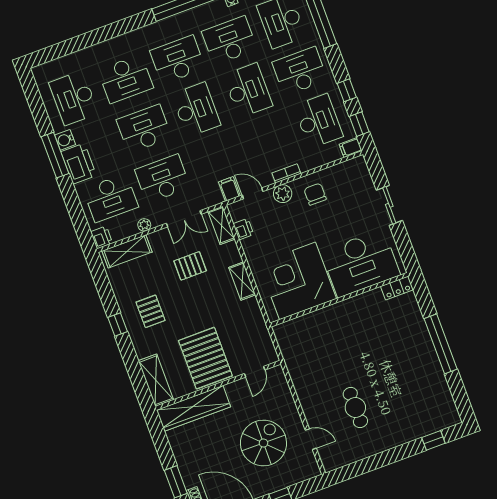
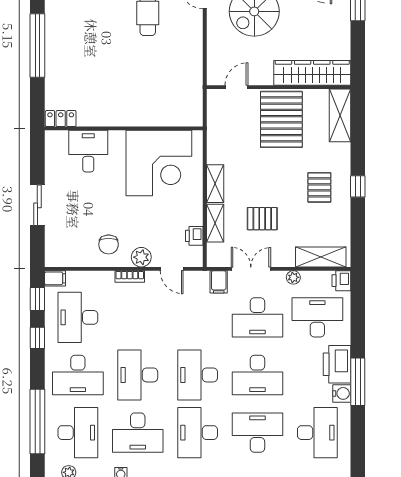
desk: (178, 60) -> (198, 433), turned 90
filing cabinet: (229, 189) -> (219, 282), moved
shelving: (222, 225) -> (215, 223), moved
desk: (361, 263) -> (88, 151), width x0.53, depth x0.77

